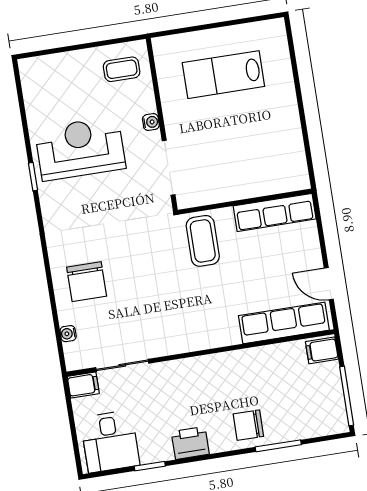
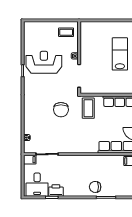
lab bench: (223, 75) -> (120, 54), moved, turned 90
chair: (87, 282) -> (61, 110), moved
printer: (190, 443) -> (56, 190), moved

